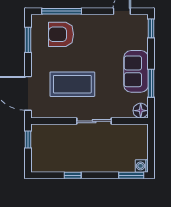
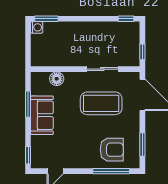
floor lamp: (141, 111) -> (57, 79), moved
sliding door: (94, 121) -> (102, 69), moved
window: (73, 175) -> (126, 19), moved

